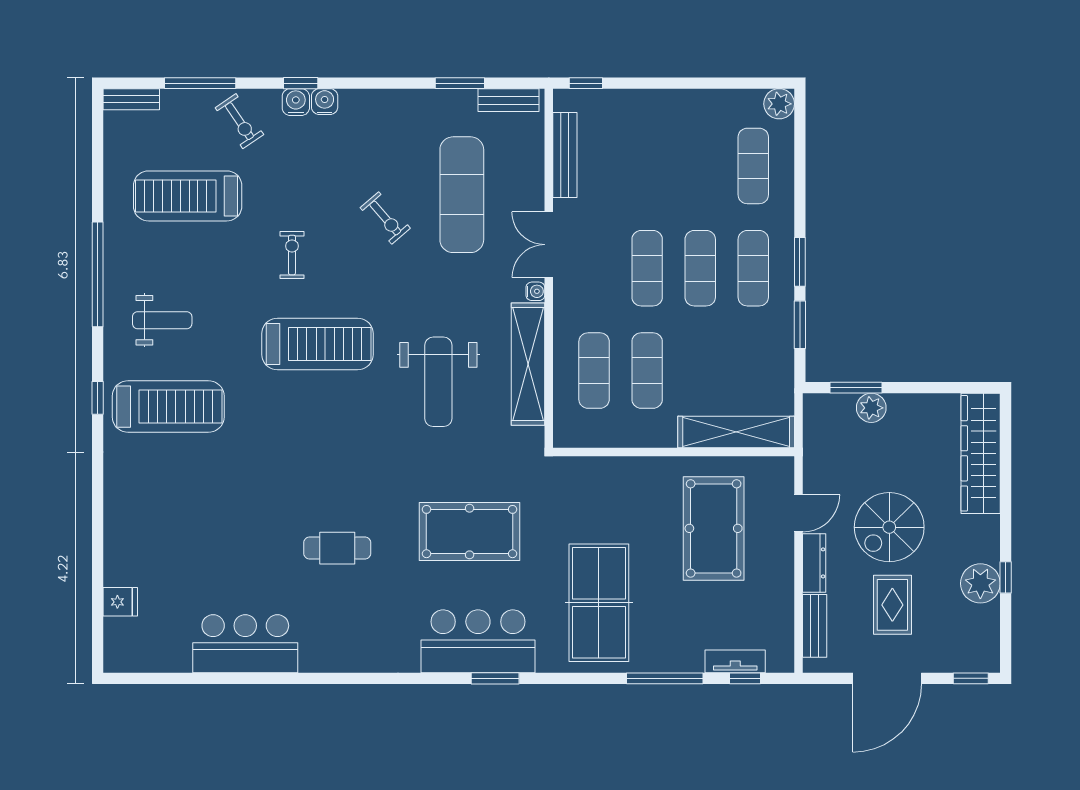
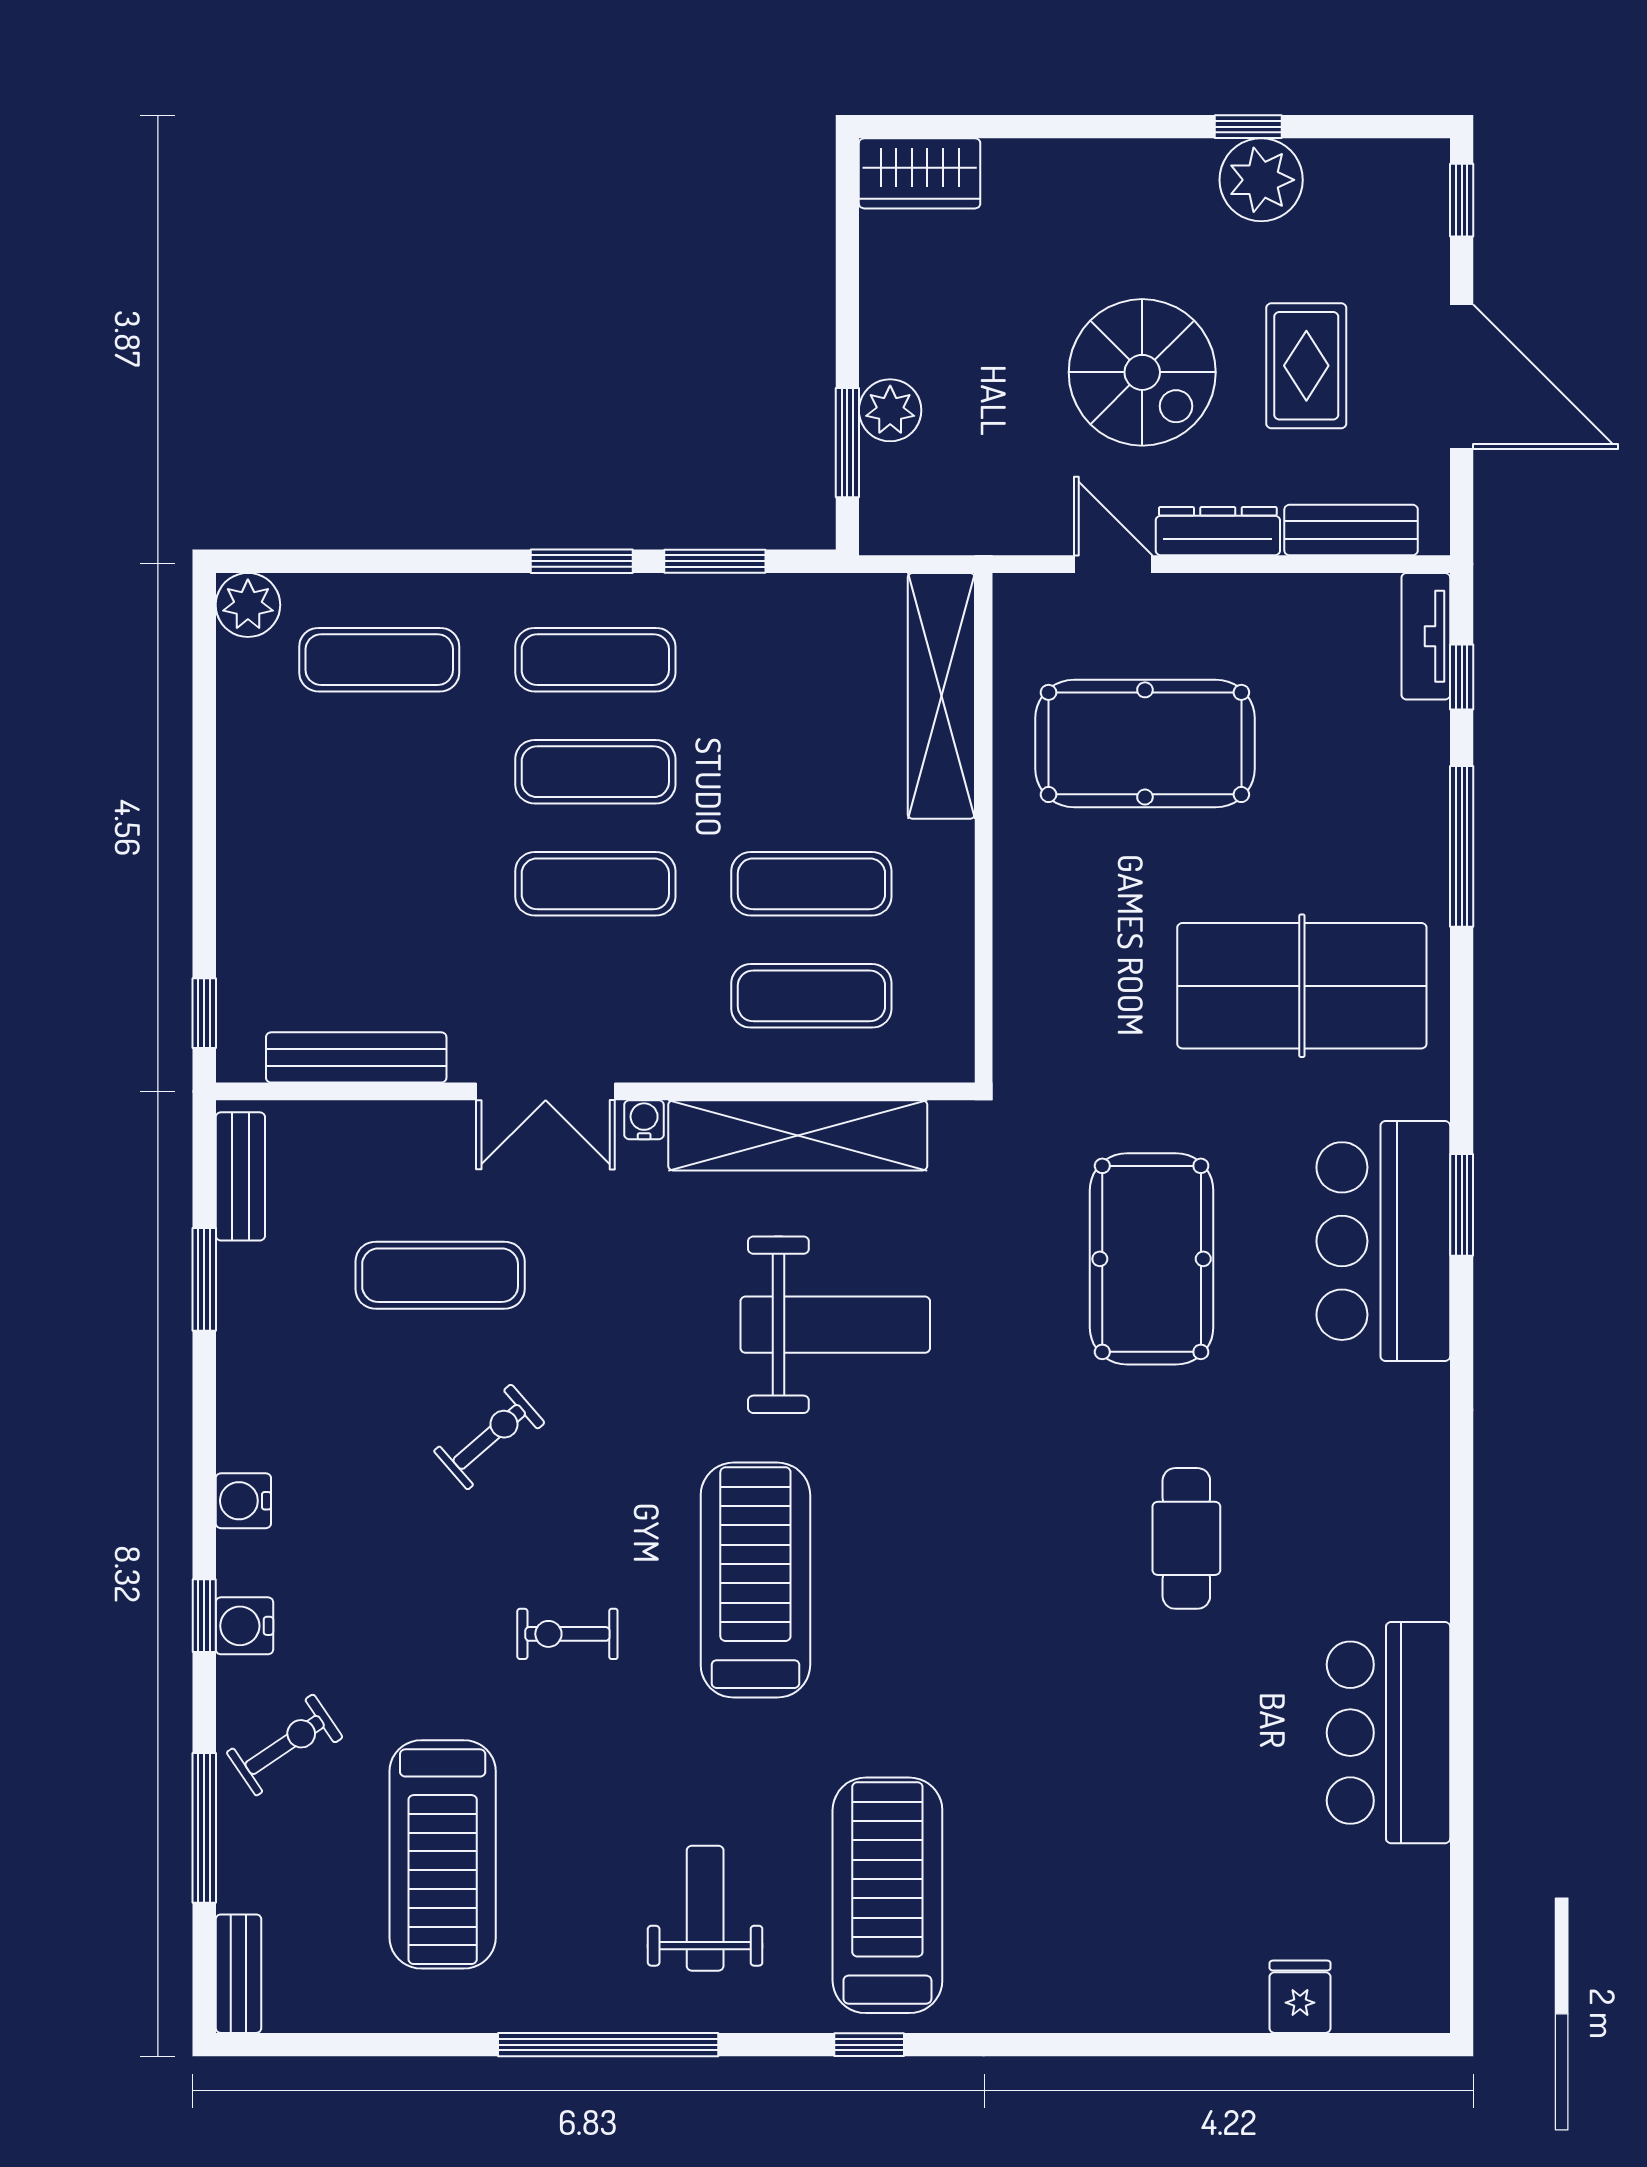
water cooler: (325, 102) -> (243, 1501), moved
exercise mat: (462, 195) -> (440, 1275), width x0.73, depth x0.69
wardrobe: (981, 453) -> (920, 173), width x0.48, depth x0.85
rug: (892, 605) -> (1306, 366), turned 90
tv unit: (735, 661) -> (1426, 636), moved

